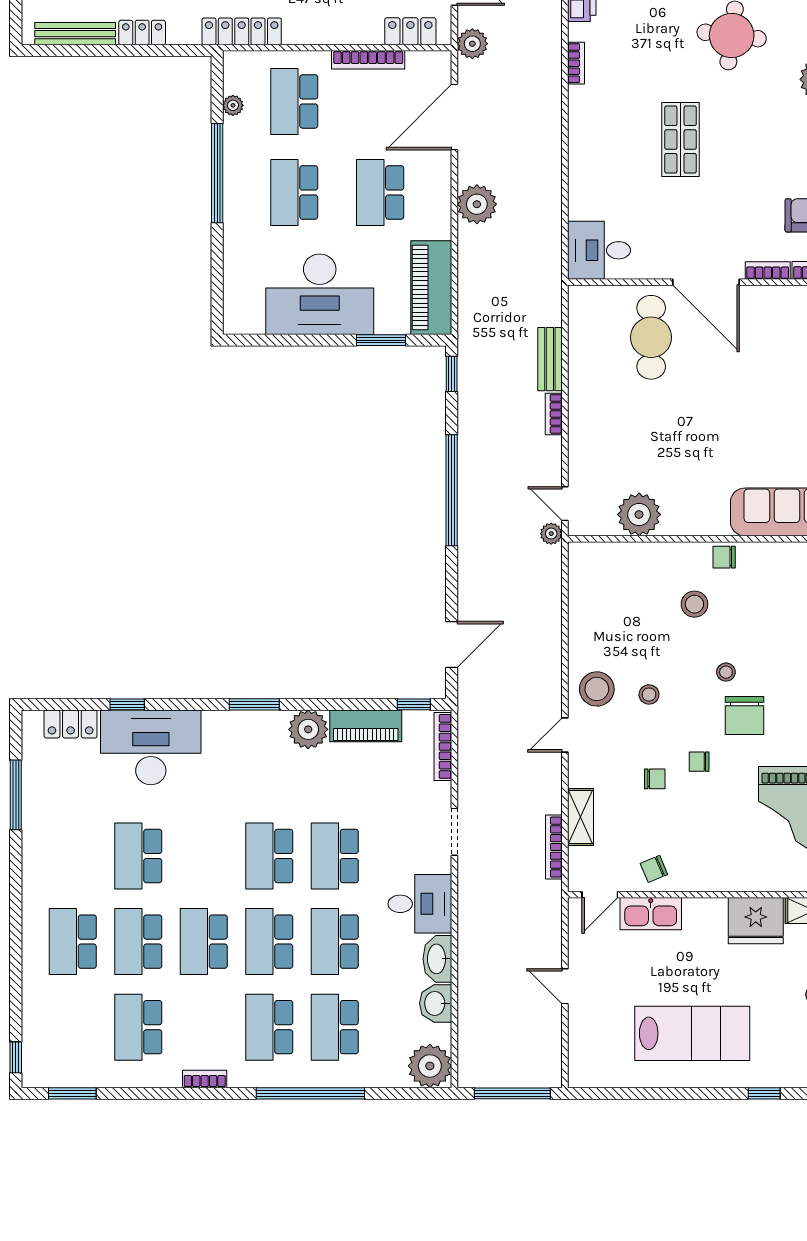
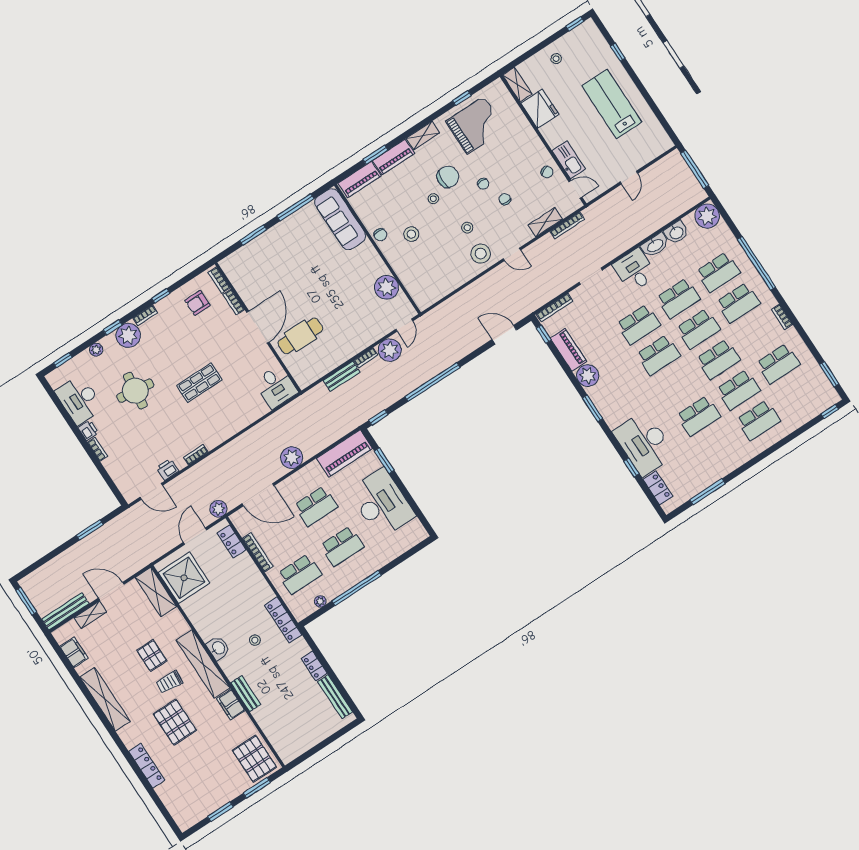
plant: (551, 534) -> (390, 350), moved, width x1.87, depth x1.87

